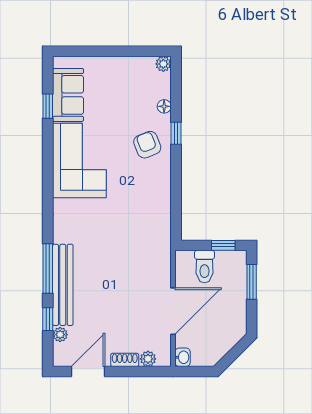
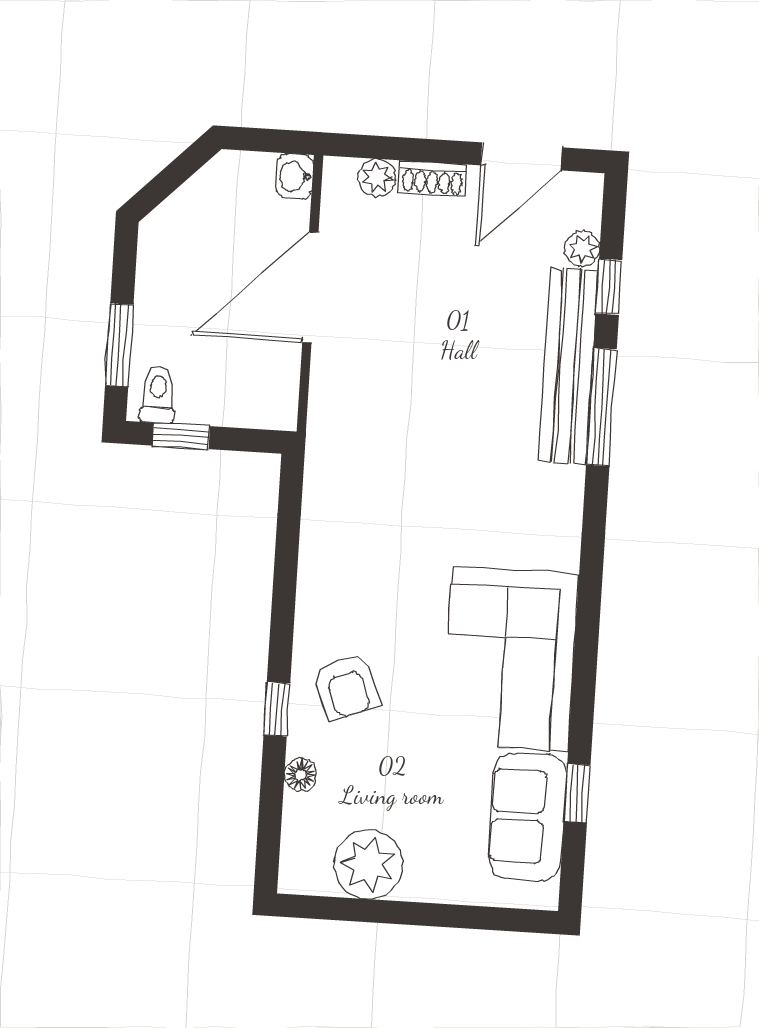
plant: (163, 64) -> (368, 864), moved, width x1.88, depth x1.88
toilet: (204, 267) -> (158, 395), moved, width x0.73, depth x0.72

